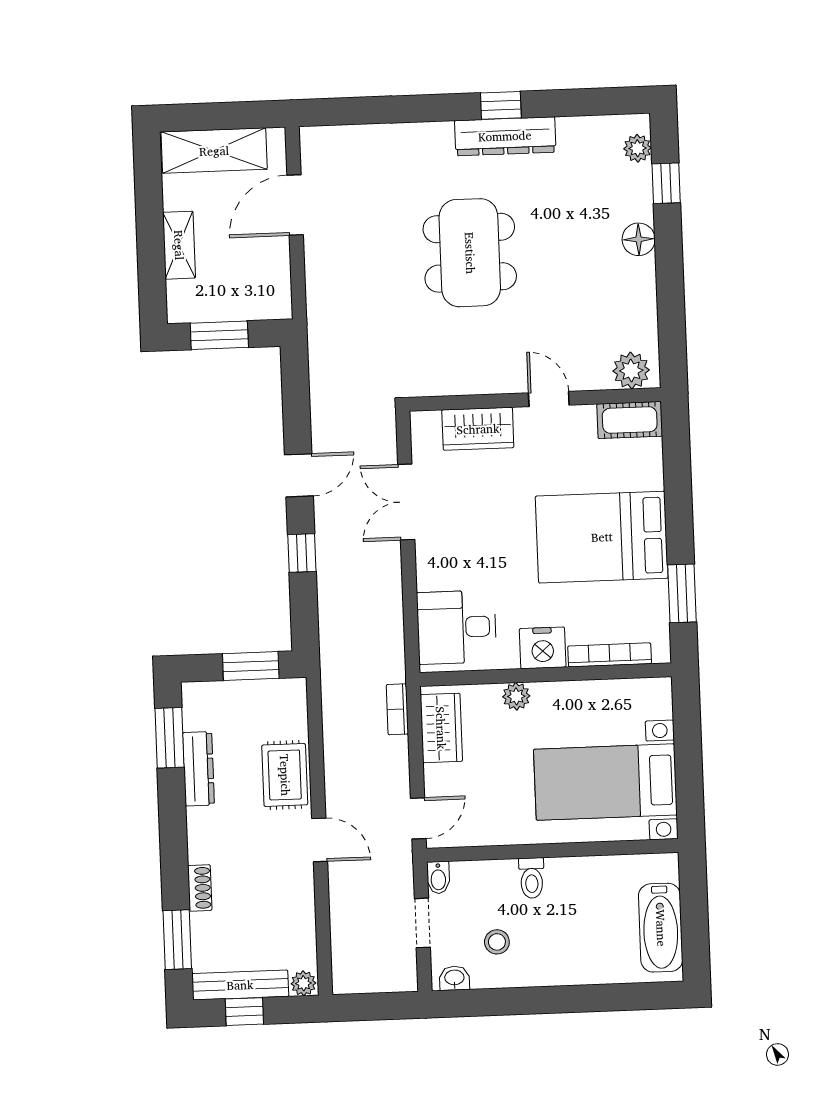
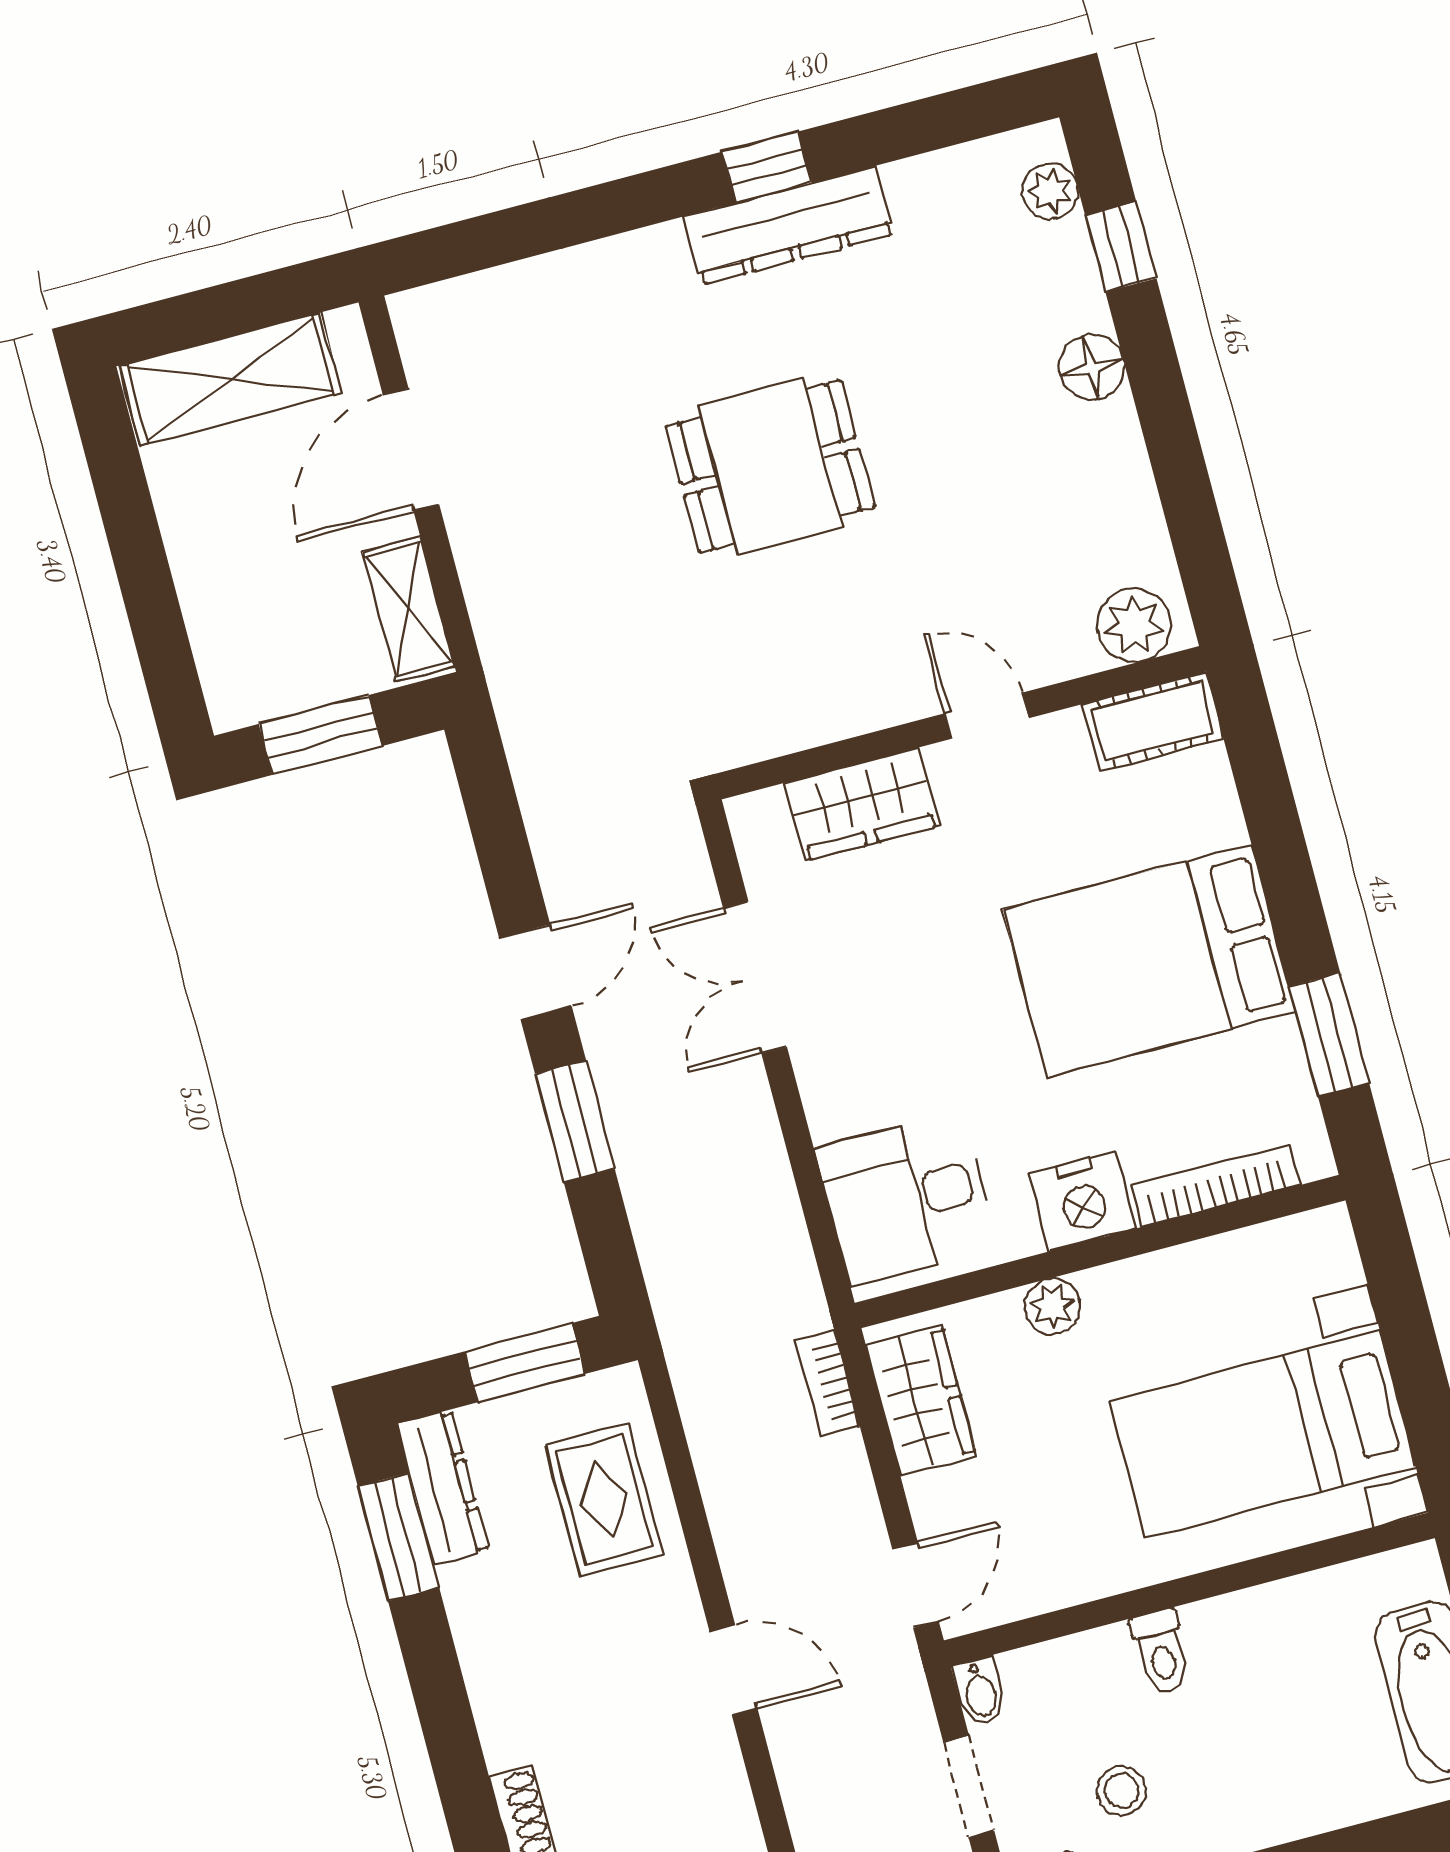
shelving: (179, 245) -> (408, 609), moved
dining table: (470, 253) -> (770, 467), width x0.73
window: (302, 553) -> (575, 1121), width x1.50
dresser: (198, 769) -> (442, 1488), moved
rug: (285, 775) -> (604, 1500), moved

